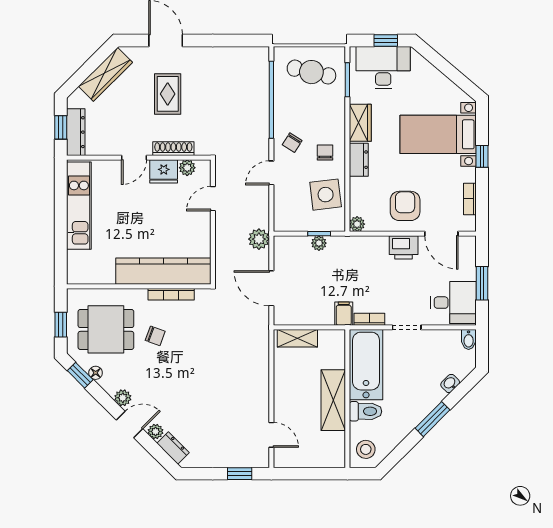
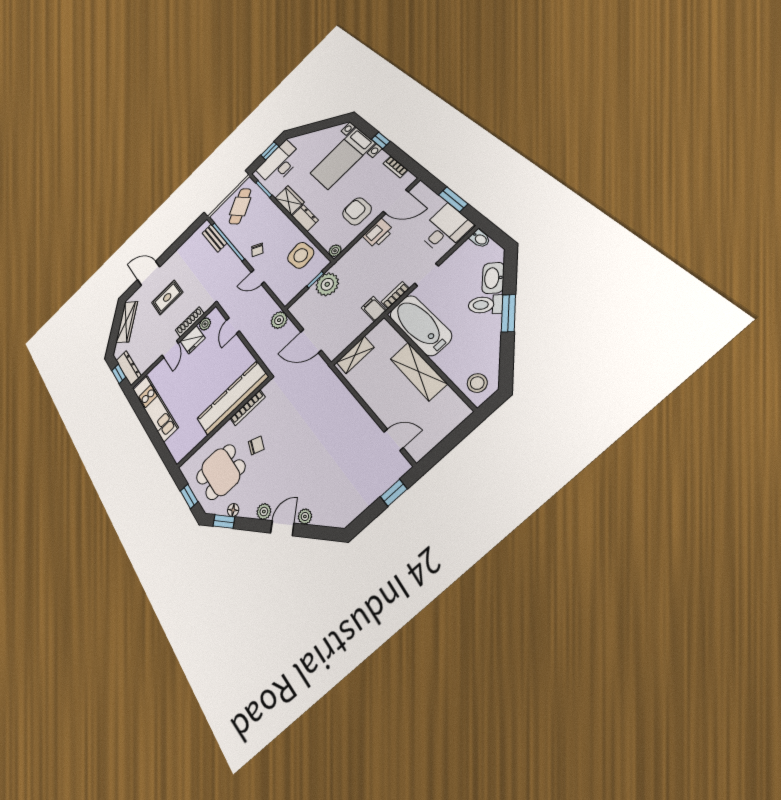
cafe table: (311, 72) -> (240, 206), turned -47
bench: (261, 79) -> (214, 238), added
rug: (168, 94) -> (167, 297), turned 90
chair: (325, 152) -> (281, 235), removed
door: (271, 173) -> (258, 277), hinge flipped
plant: (319, 243) -> (327, 284), width x1.88, depth x1.88
washbasin: (450, 383) -> (493, 278), width x1.91, depth x1.45
toilet: (366, 411) -> (485, 305), moved, turned -135
dresser: (173, 448) -> (327, 518), removed

